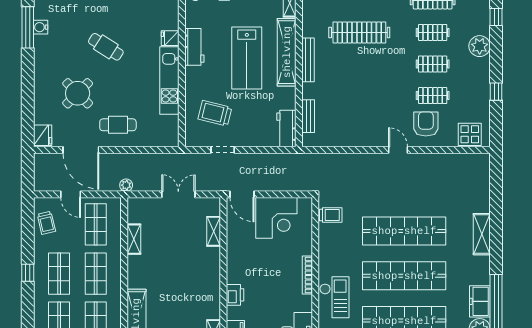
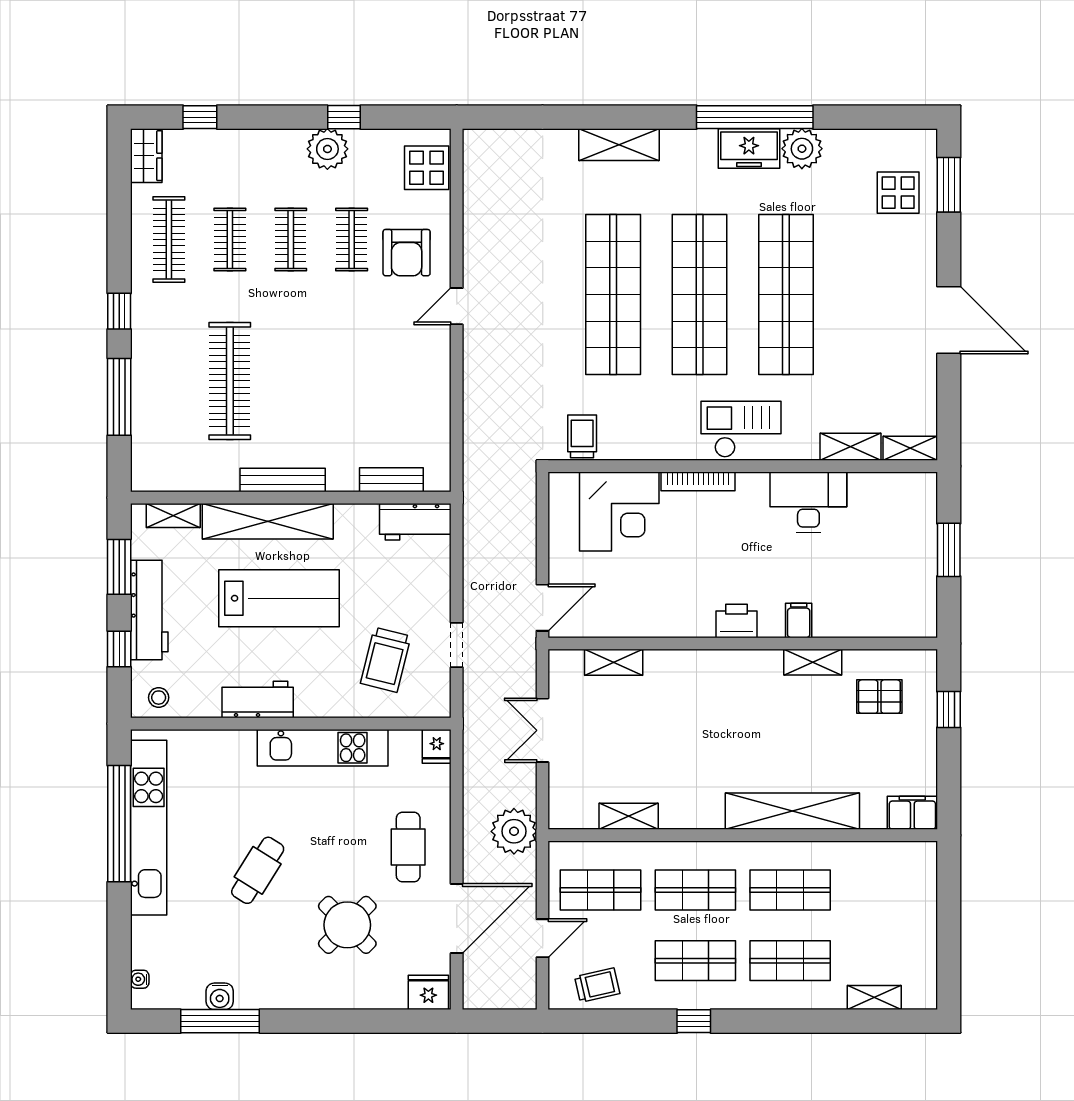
fridge: (170, 38) -> (437, 746), moved
plant: (480, 46) -> (327, 149), moved
armchair: (426, 124) -> (407, 253), turned -90
plant: (126, 185) -> (514, 831), width x1.88, depth x1.88
corner desk: (276, 218) -> (619, 511), moved, turned 90

